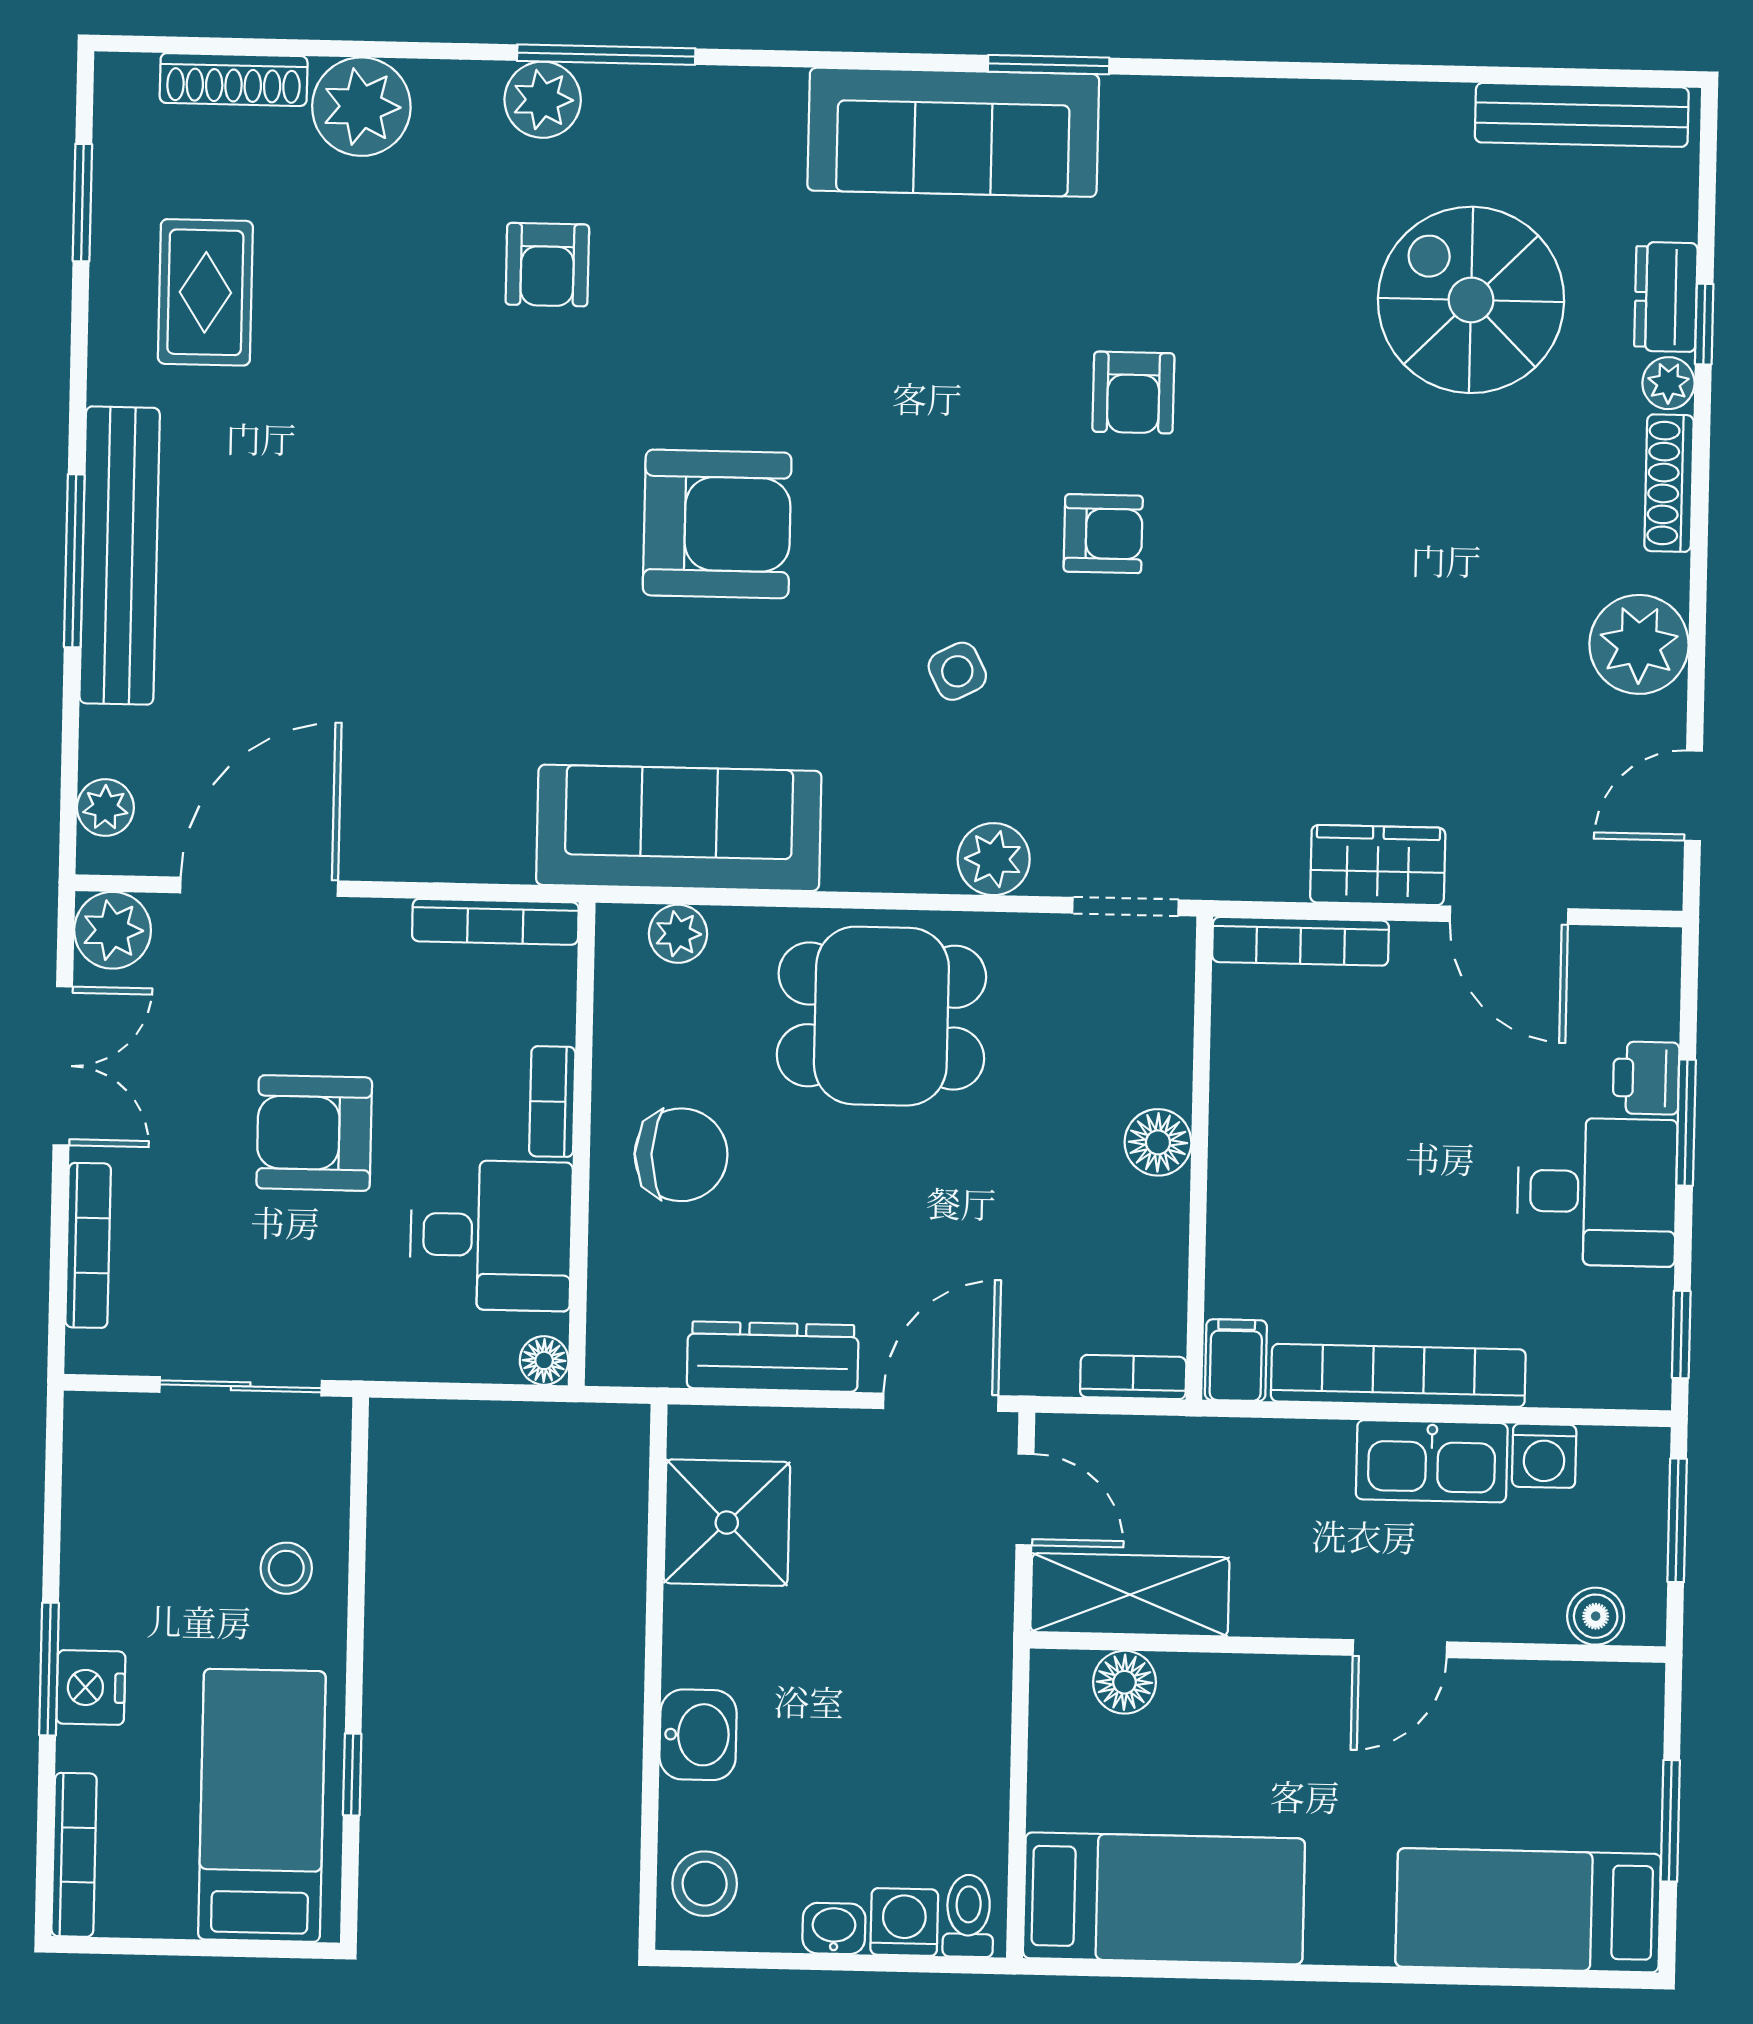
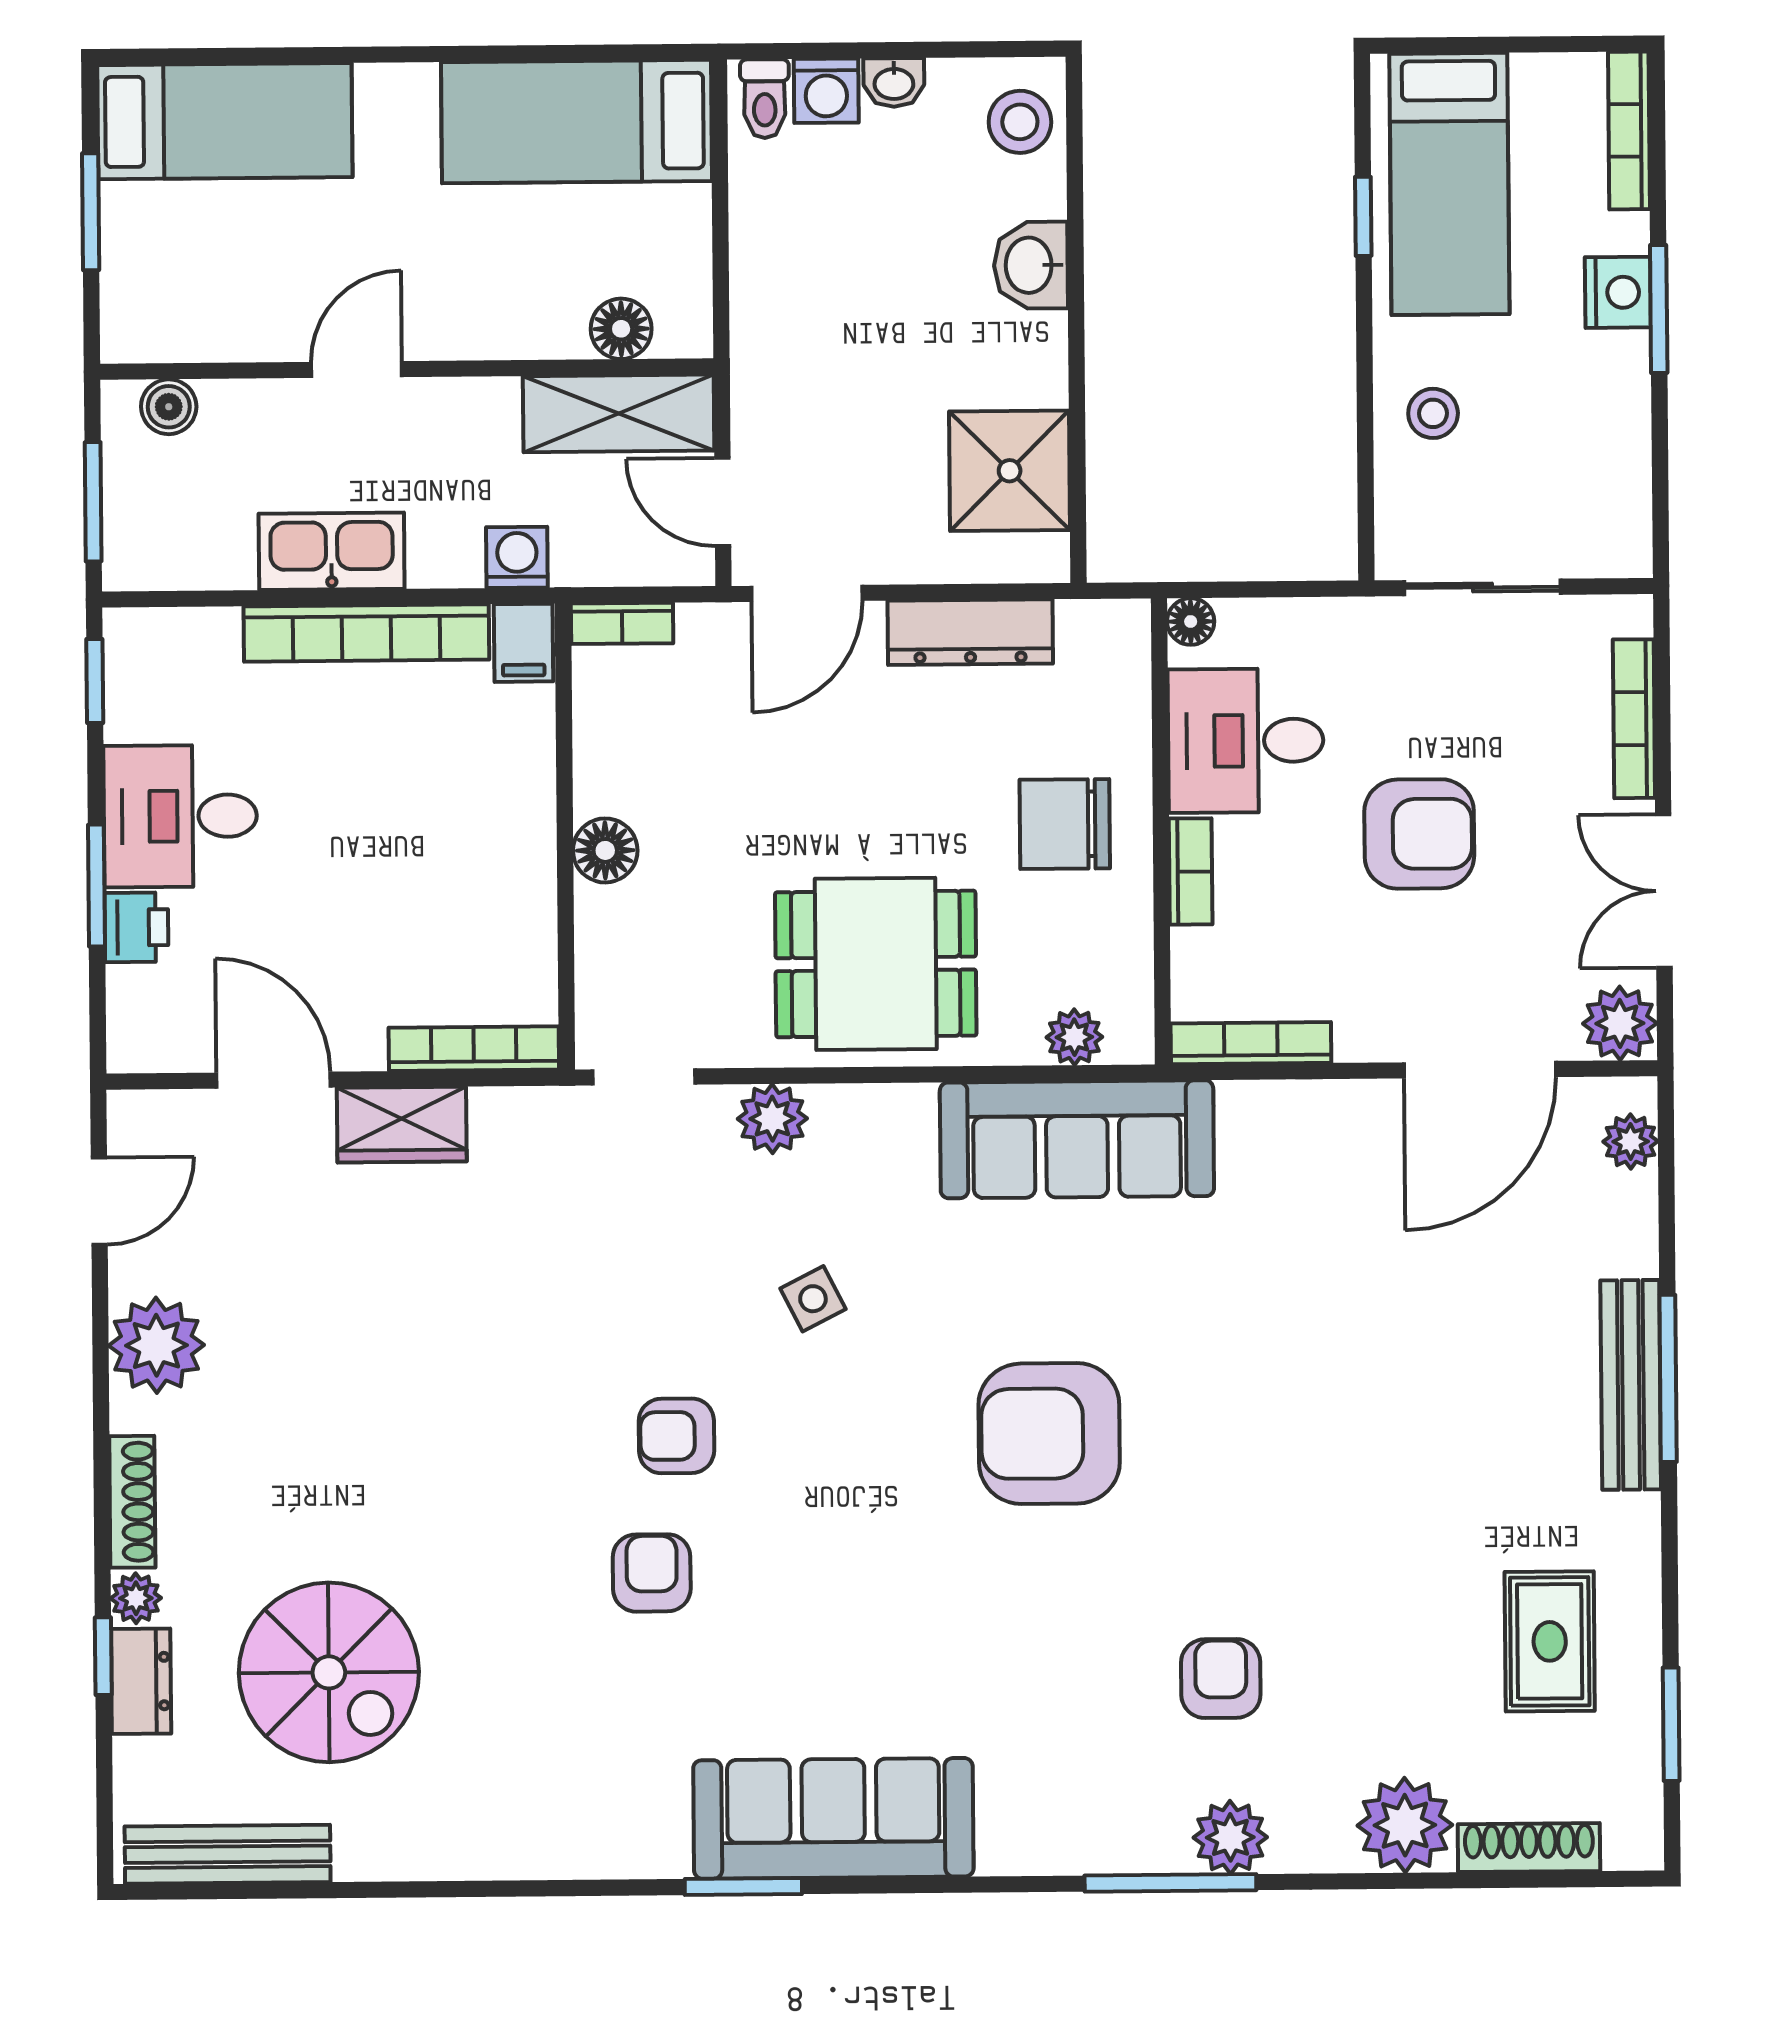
bench: (120, 556) -> (1631, 1385), width x0.73, depth x0.82
washing machine: (1544, 1456) -> (517, 557), moved

